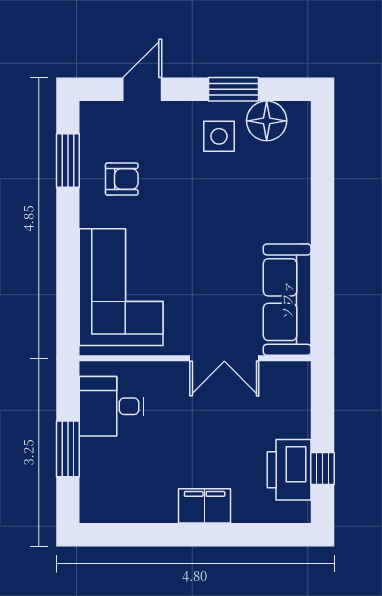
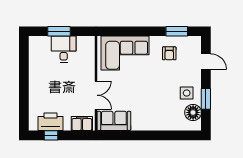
sofa: (287, 300) -> (114, 121), width x0.73
double door: (224, 358) -> (96, 95), swing flipped
desk: (112, 406) -> (64, 49), moved
filing cabinet: (205, 506) -> (82, 124), moved, turned -90

